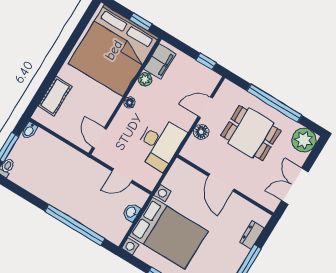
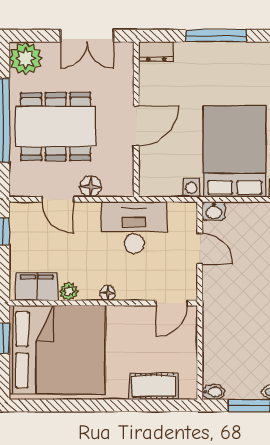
dining table: (251, 133) -> (56, 127), width x1.37
washbasin: (131, 212) -> (214, 211), moved
dresser: (252, 235) -> (156, 52), moved

